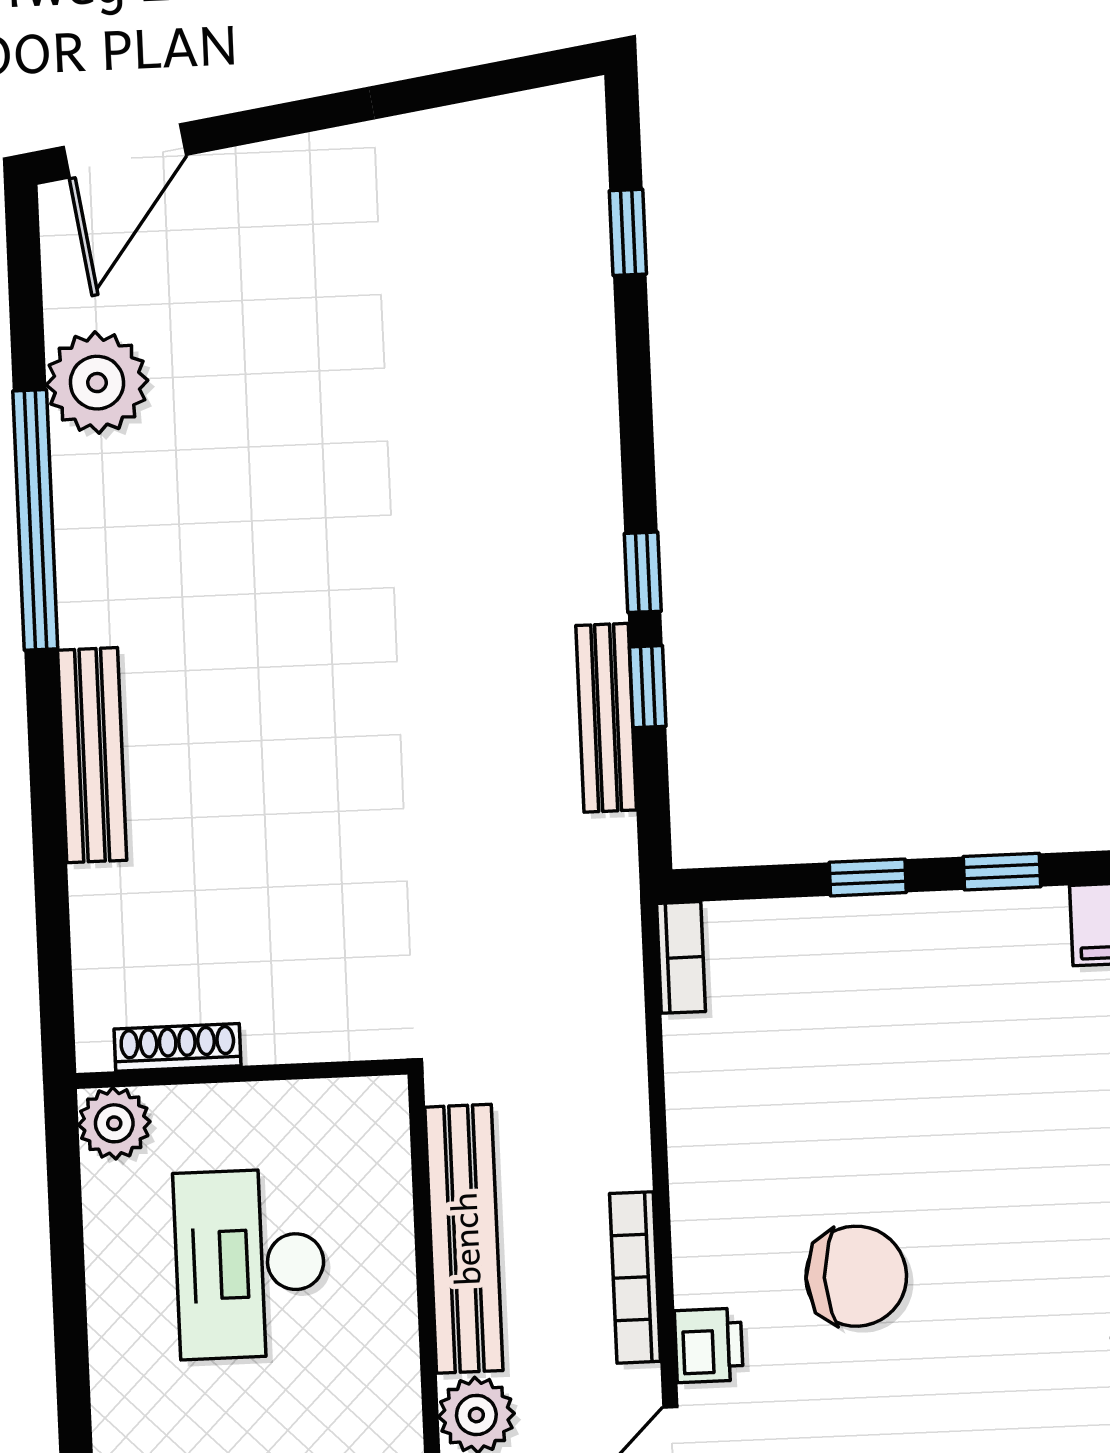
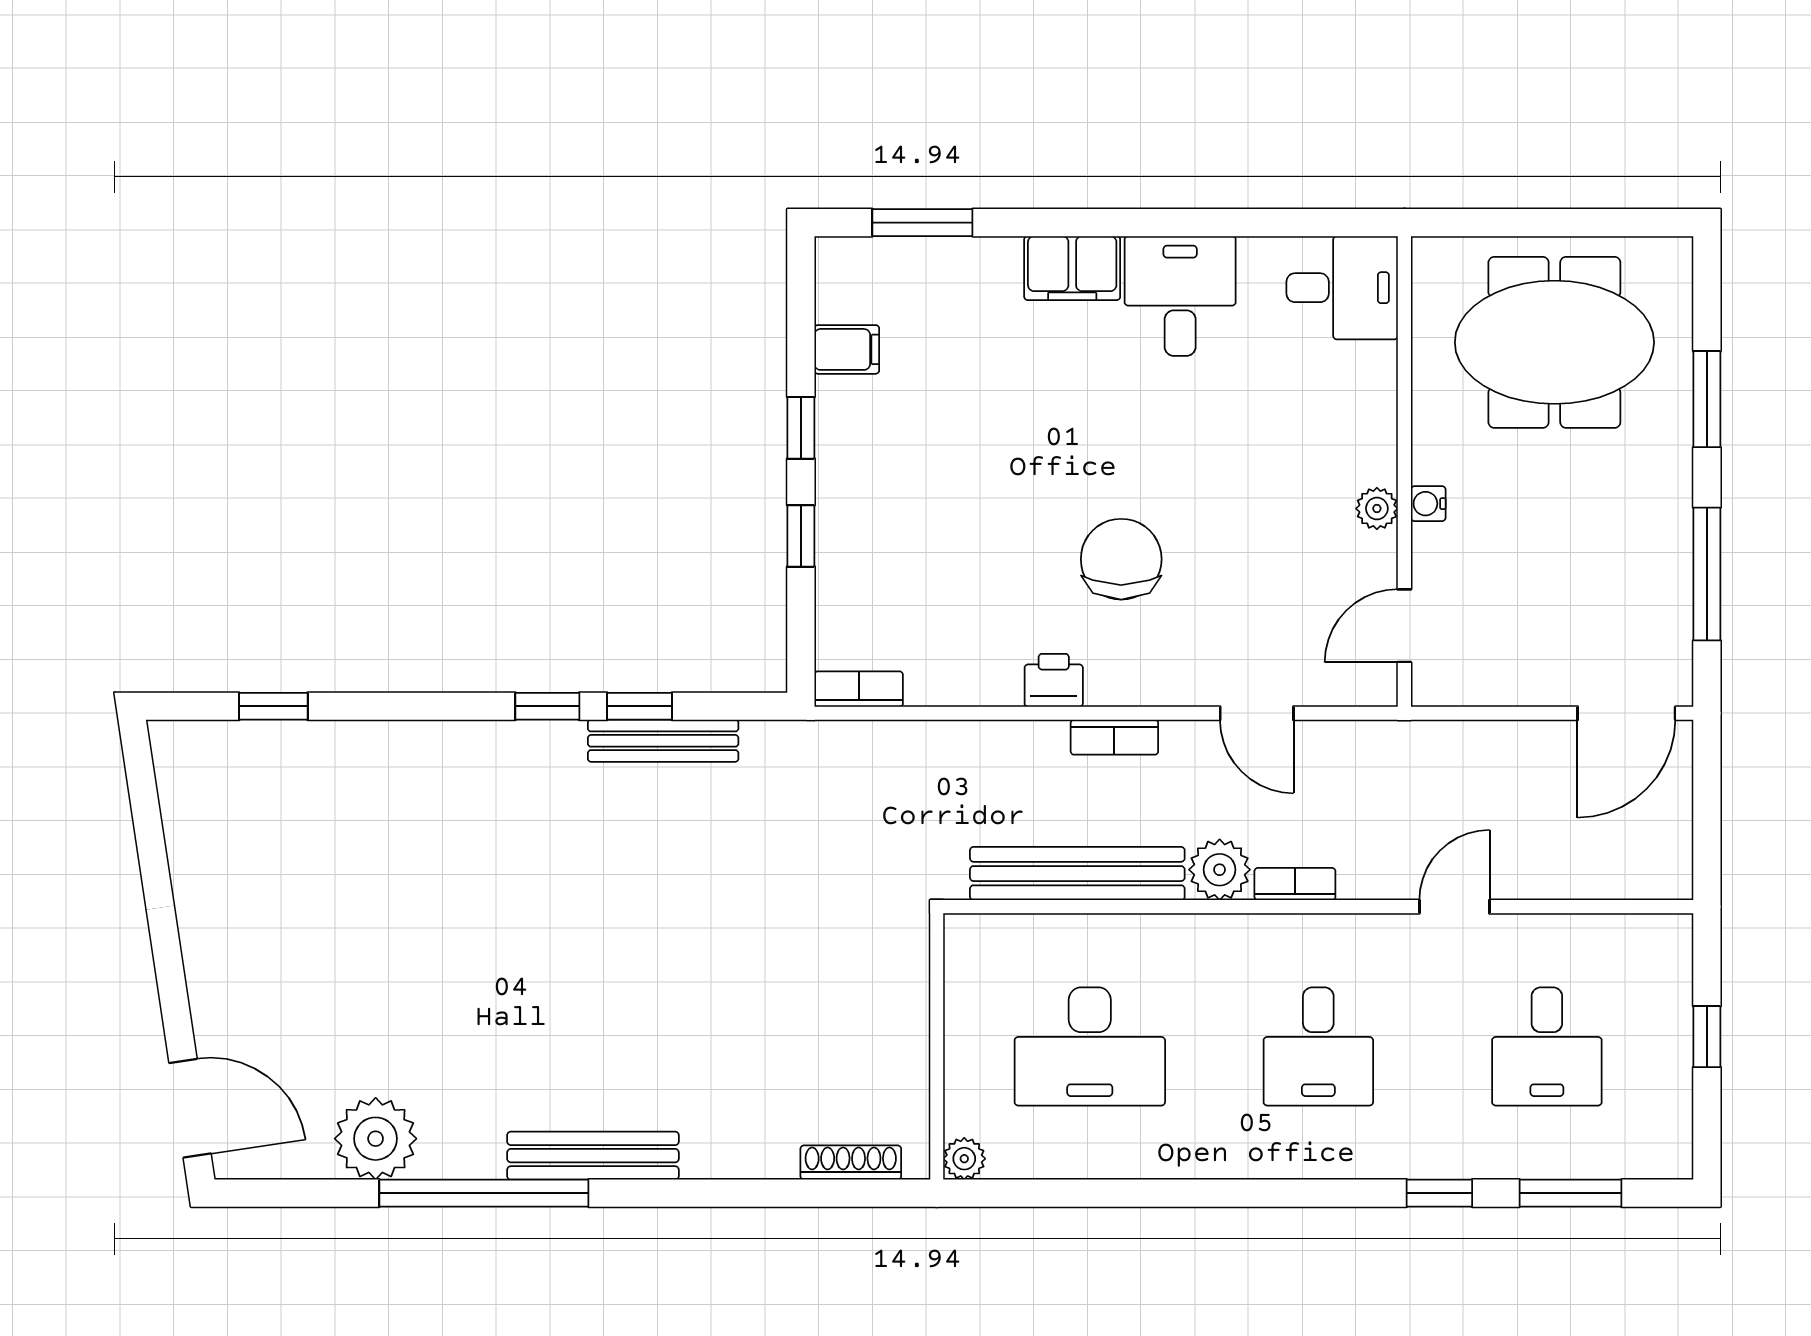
bench: (92, 755) -> (593, 1156), moved
shoe rack: (177, 1047) -> (851, 1163), moved, turned 90
plant: (114, 1123) -> (964, 1159), width x0.73, depth x0.73
bookcase: (635, 1277) -> (1114, 737), width x0.64
printer: (709, 1345) -> (1054, 680), moved

